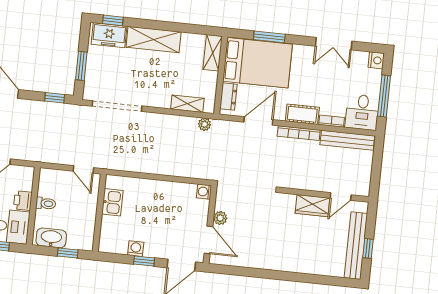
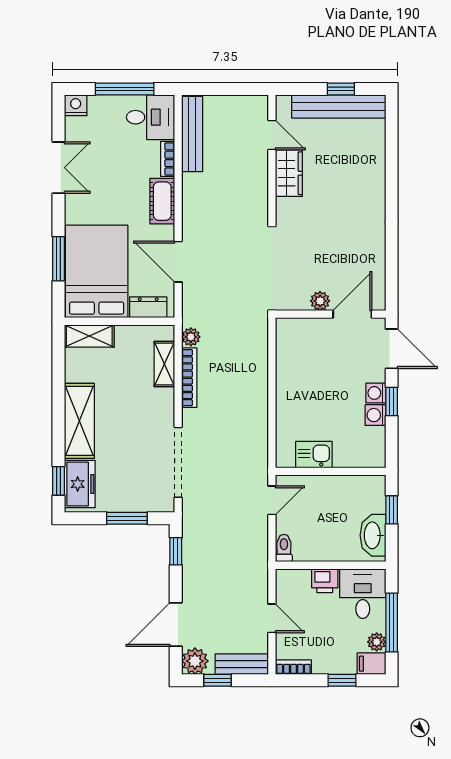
bookcase: (299, 133) -> (189, 378), moved
washing machine: (204, 192) -> (376, 393), moved, turned 90
toilet: (46, 203) -> (284, 548), moved

